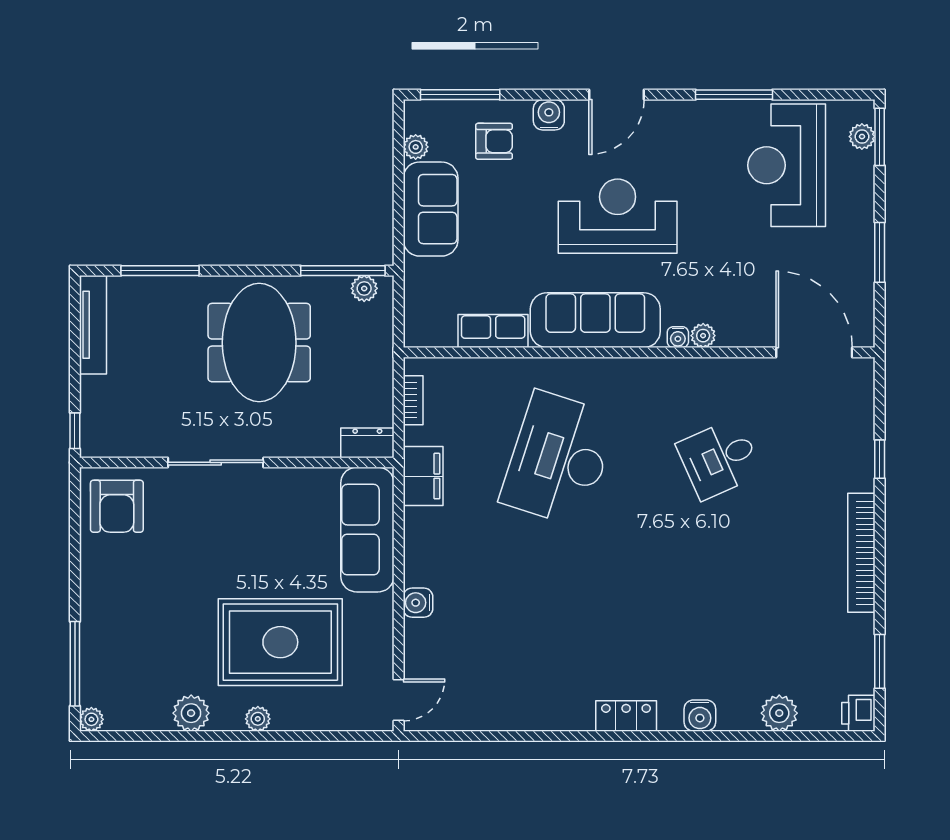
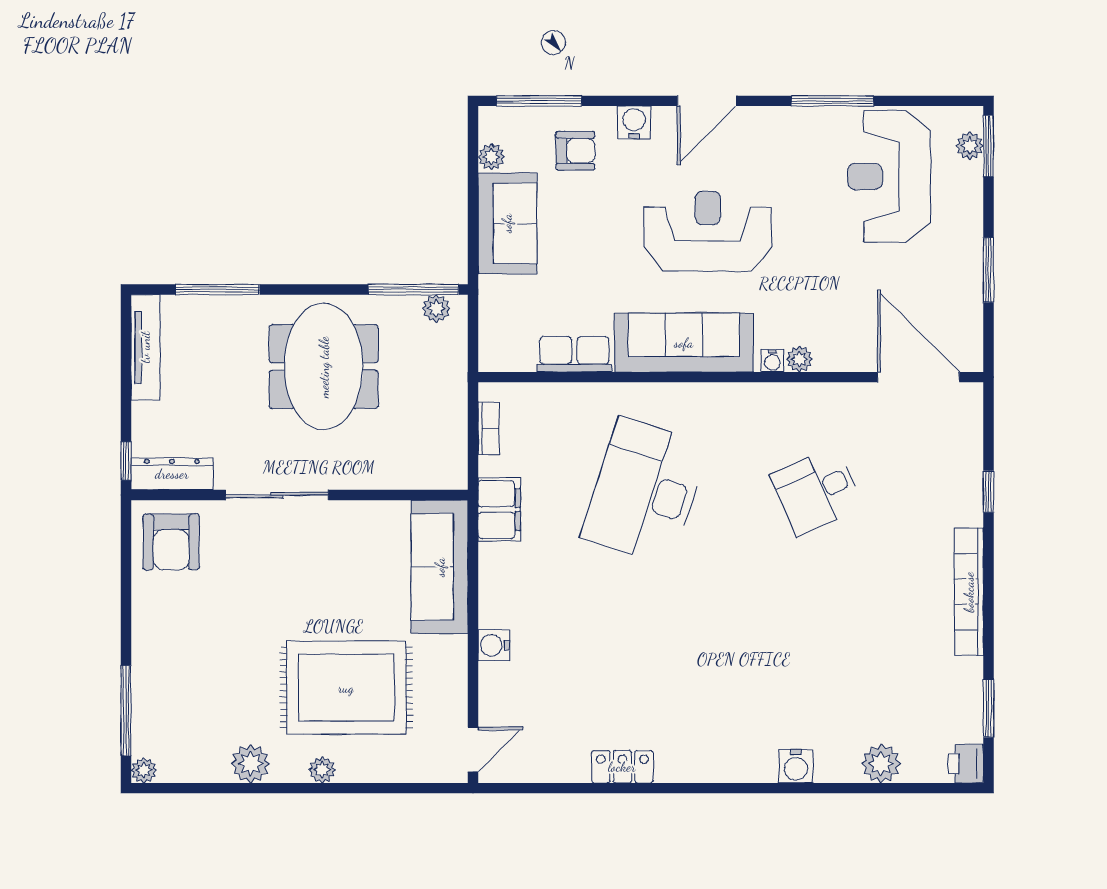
dresser: (367, 443) -> (172, 474), moved, width x1.44
locker: (626, 716) -> (622, 767), moved

